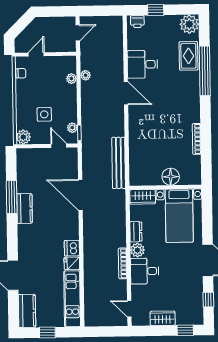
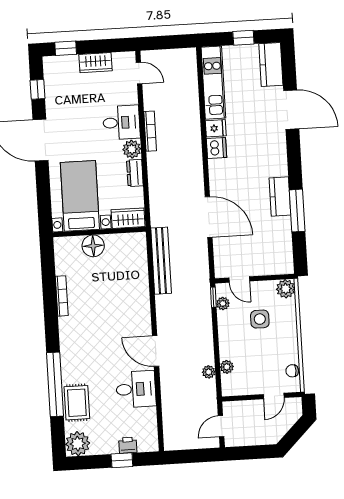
printer: (137, 22) -> (128, 445), moved

